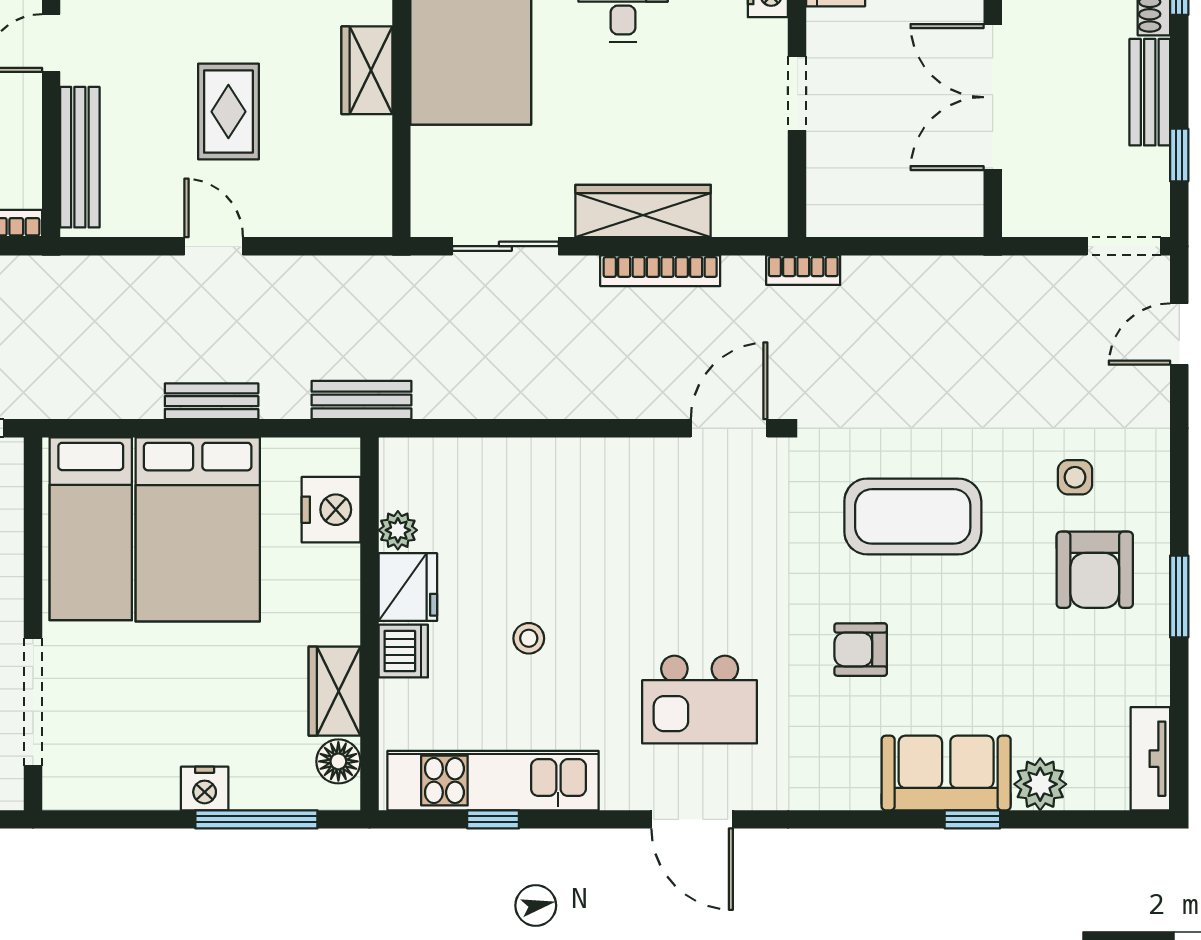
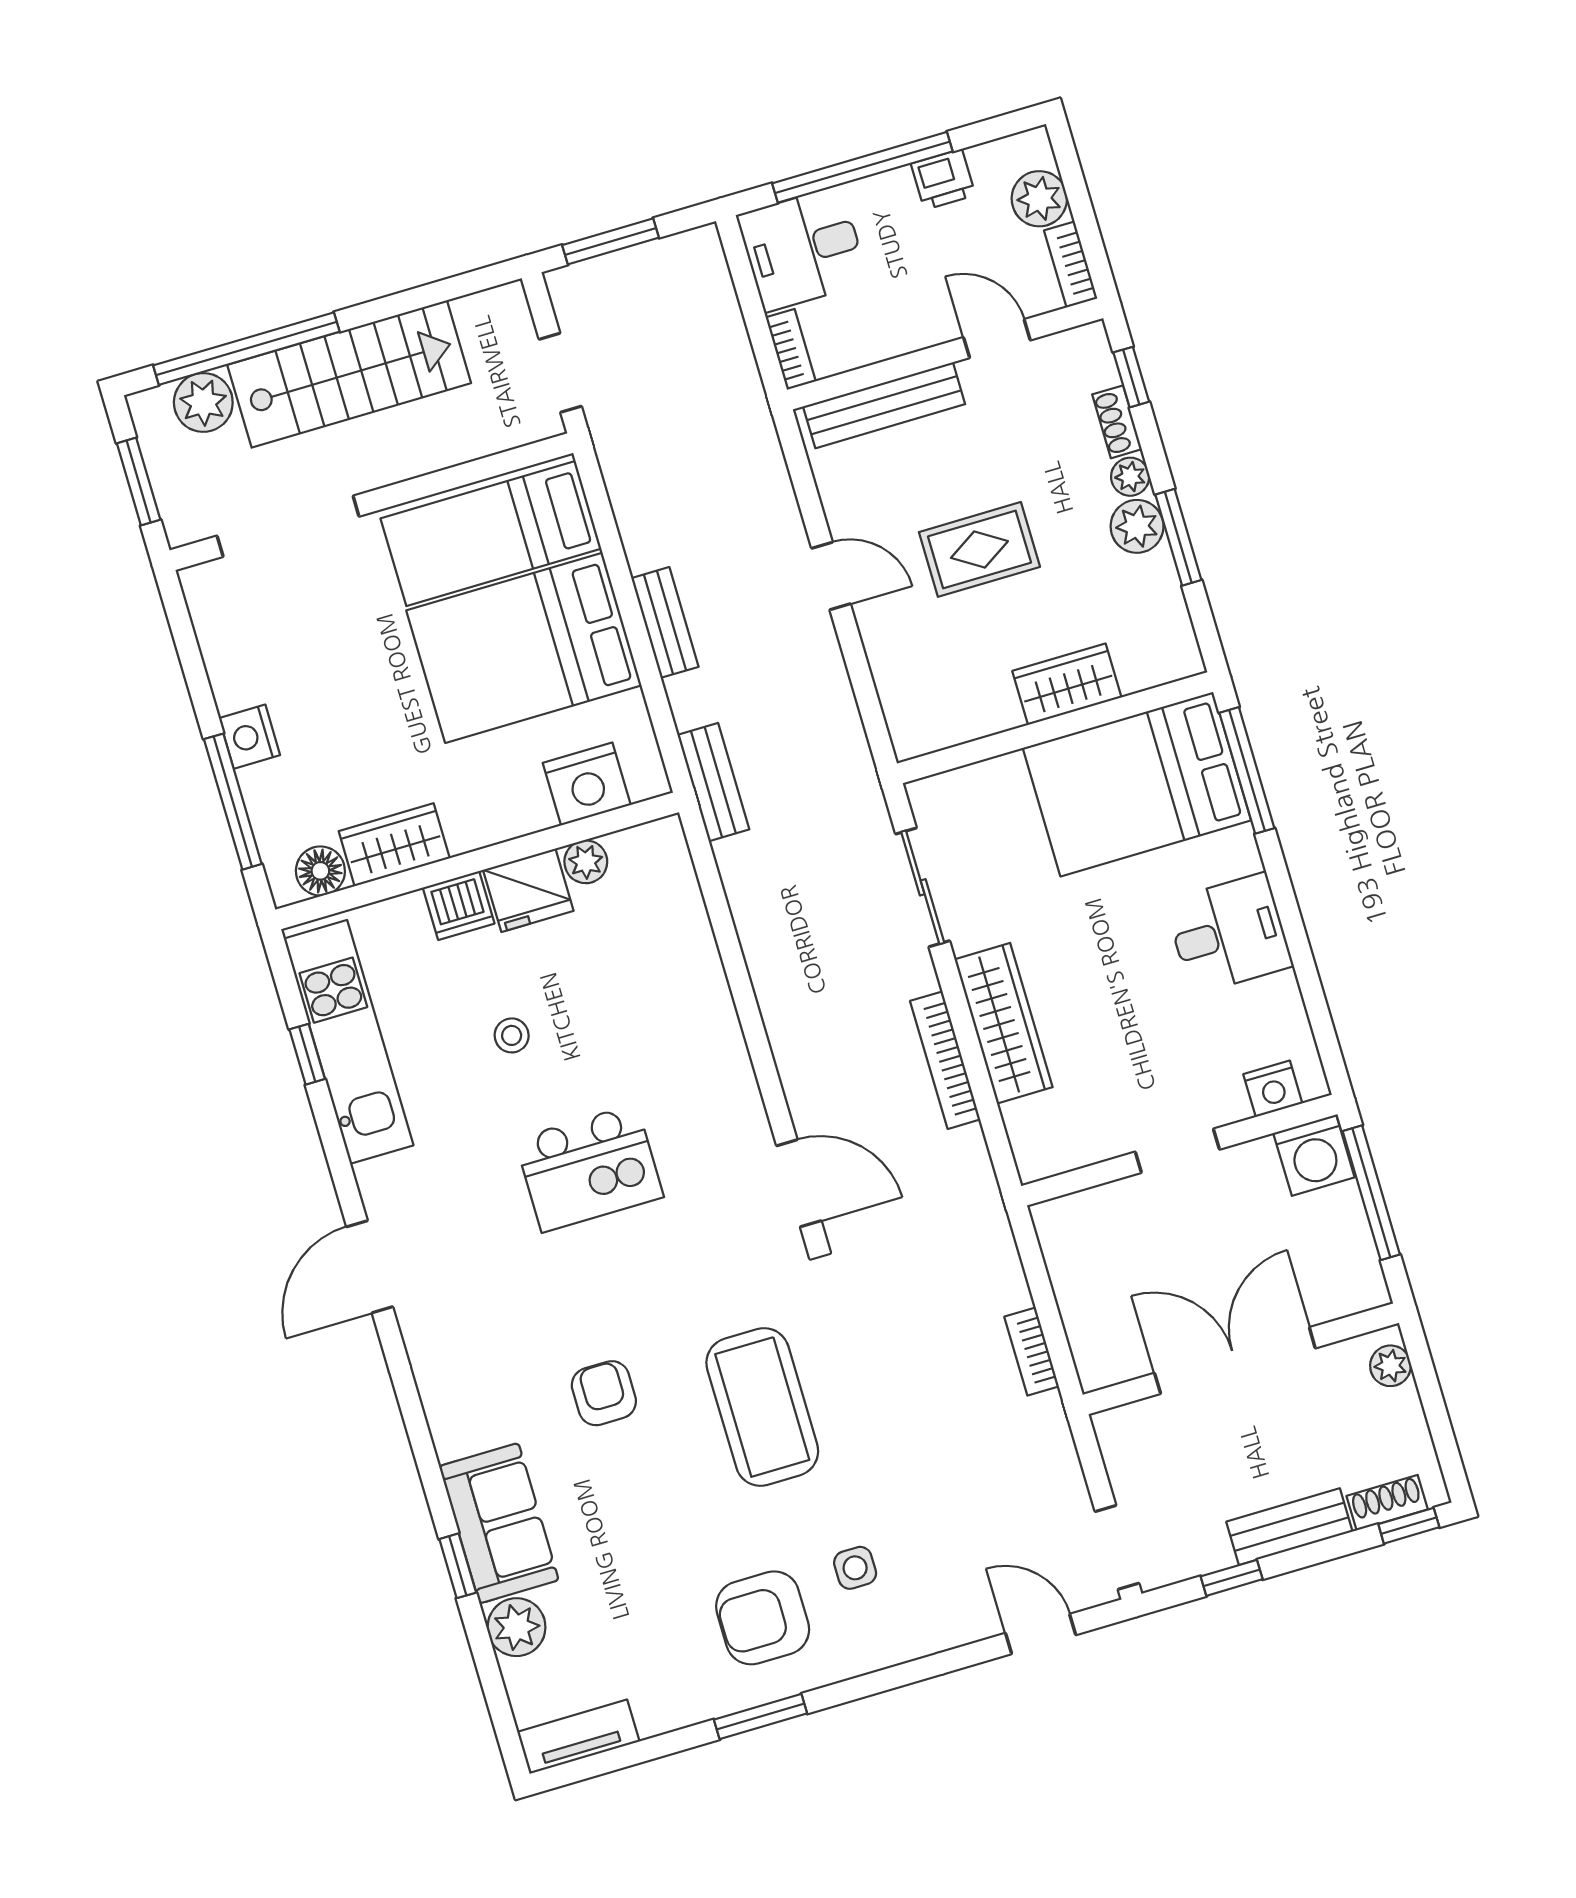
door: (214, 246) -> (831, 576), hinge flipped
bookcase: (803, 270) -> (1032, 1352), moved
kitchen island: (700, 700) -> (589, 1168), moved, turned -90

